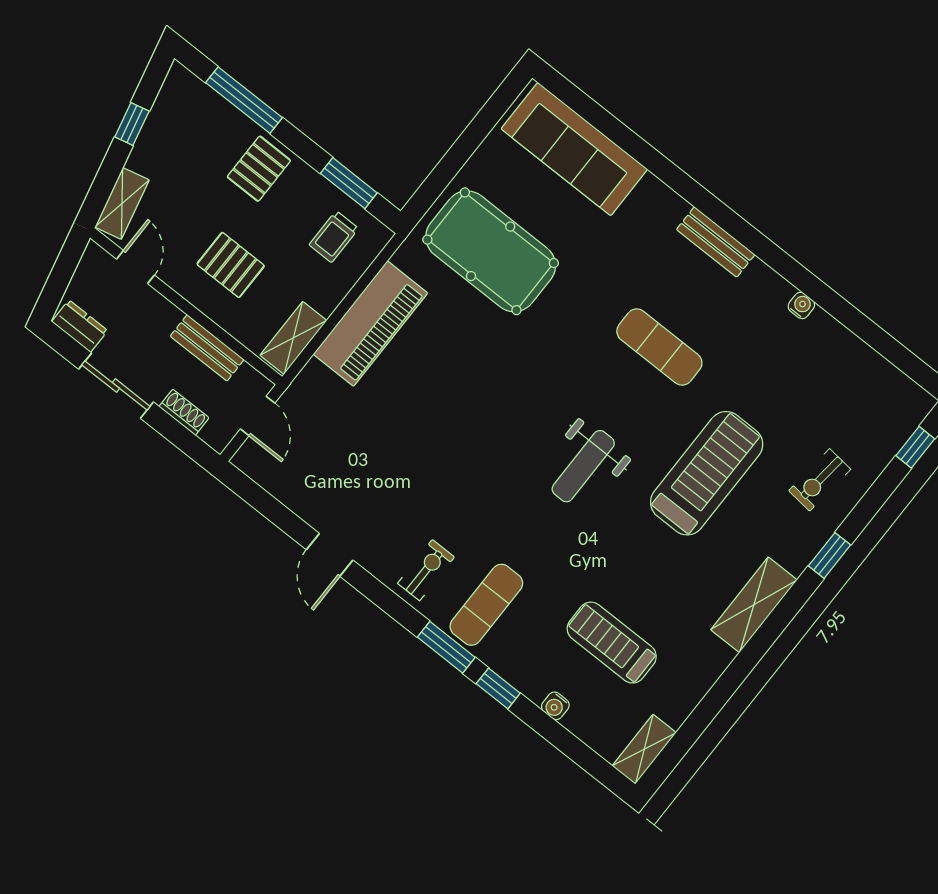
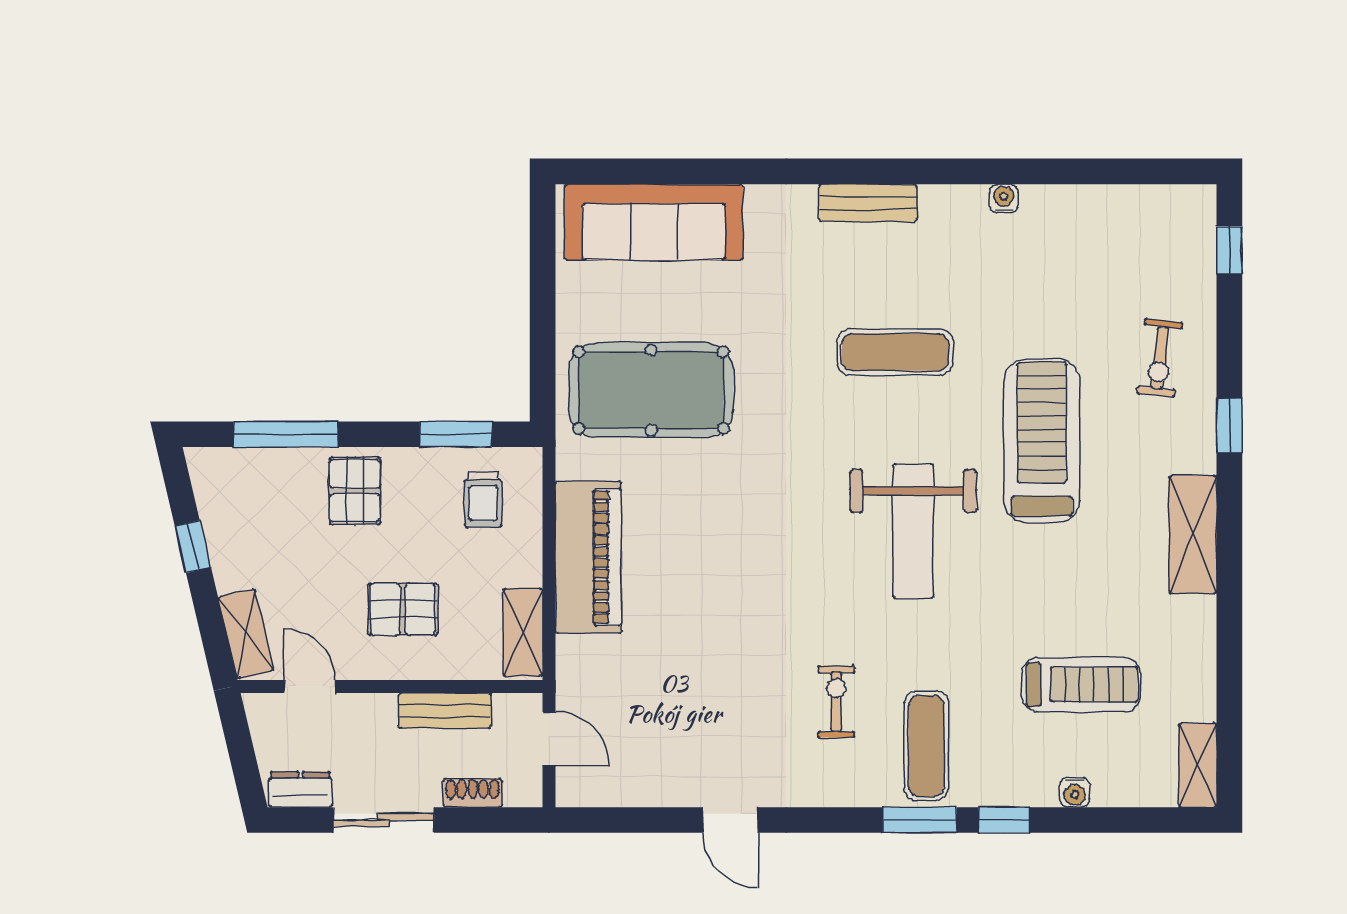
weight bench: (583, 466) -> (913, 531), width x1.36, depth x1.33
exercise bike: (426, 570) -> (836, 702), moved
treadmill: (612, 643) -> (1081, 685), turned 180

